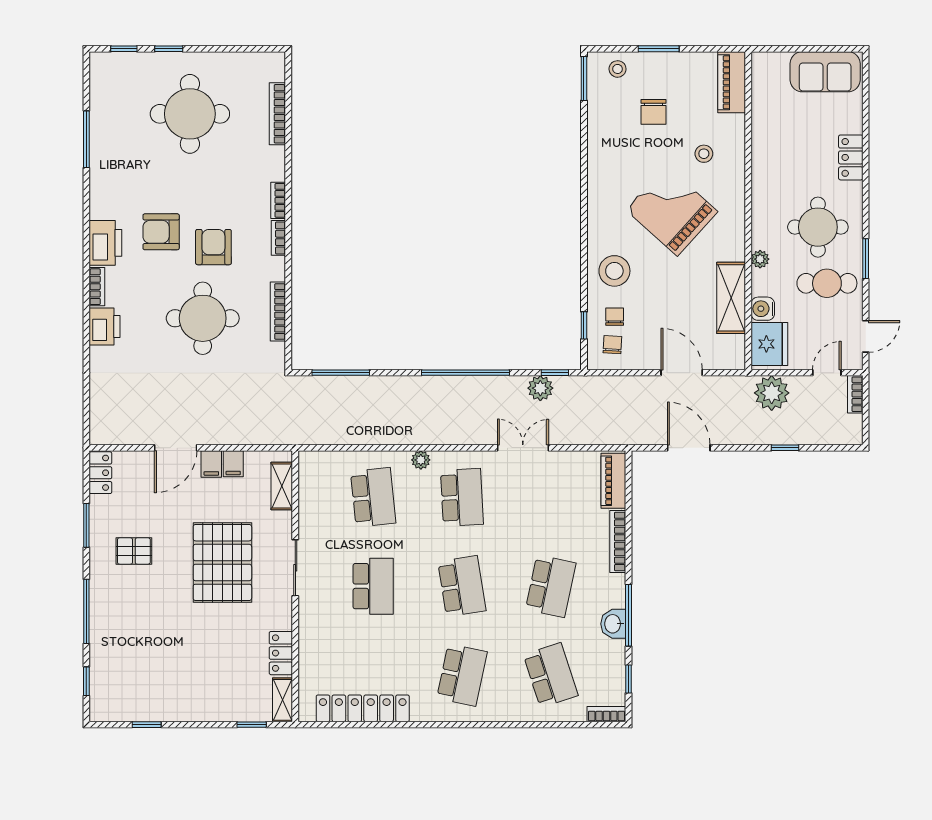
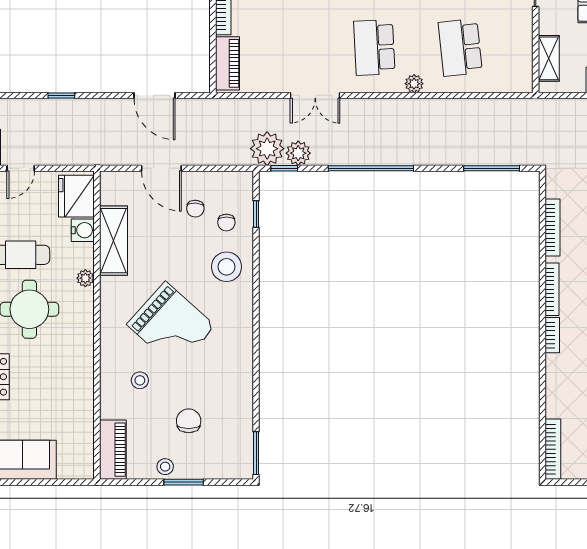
stool: (618, 69) -> (165, 467), moved
bookcase: (277, 114) -> (553, 449), moved
bookcase: (278, 238) -> (552, 289), width x1.56
chair: (612, 345) -> (195, 209), moved
plant: (772, 393) -> (267, 149), moved

